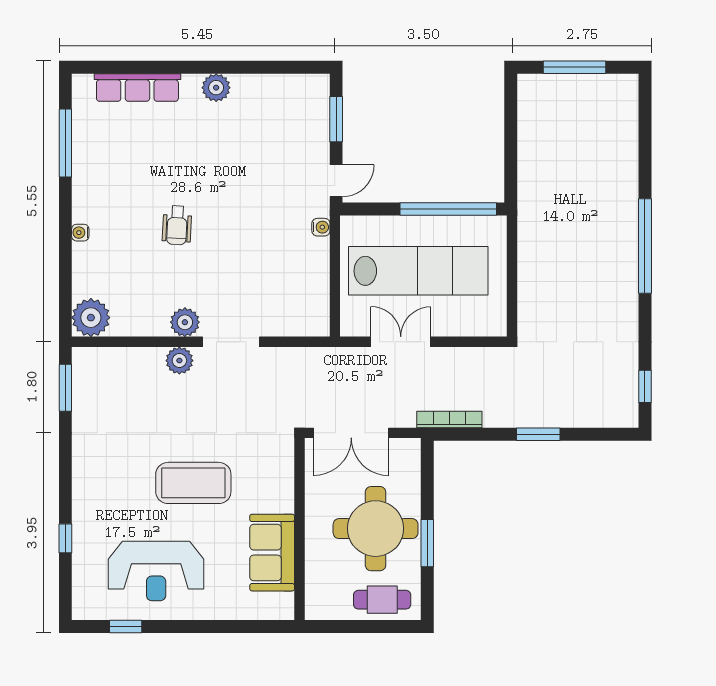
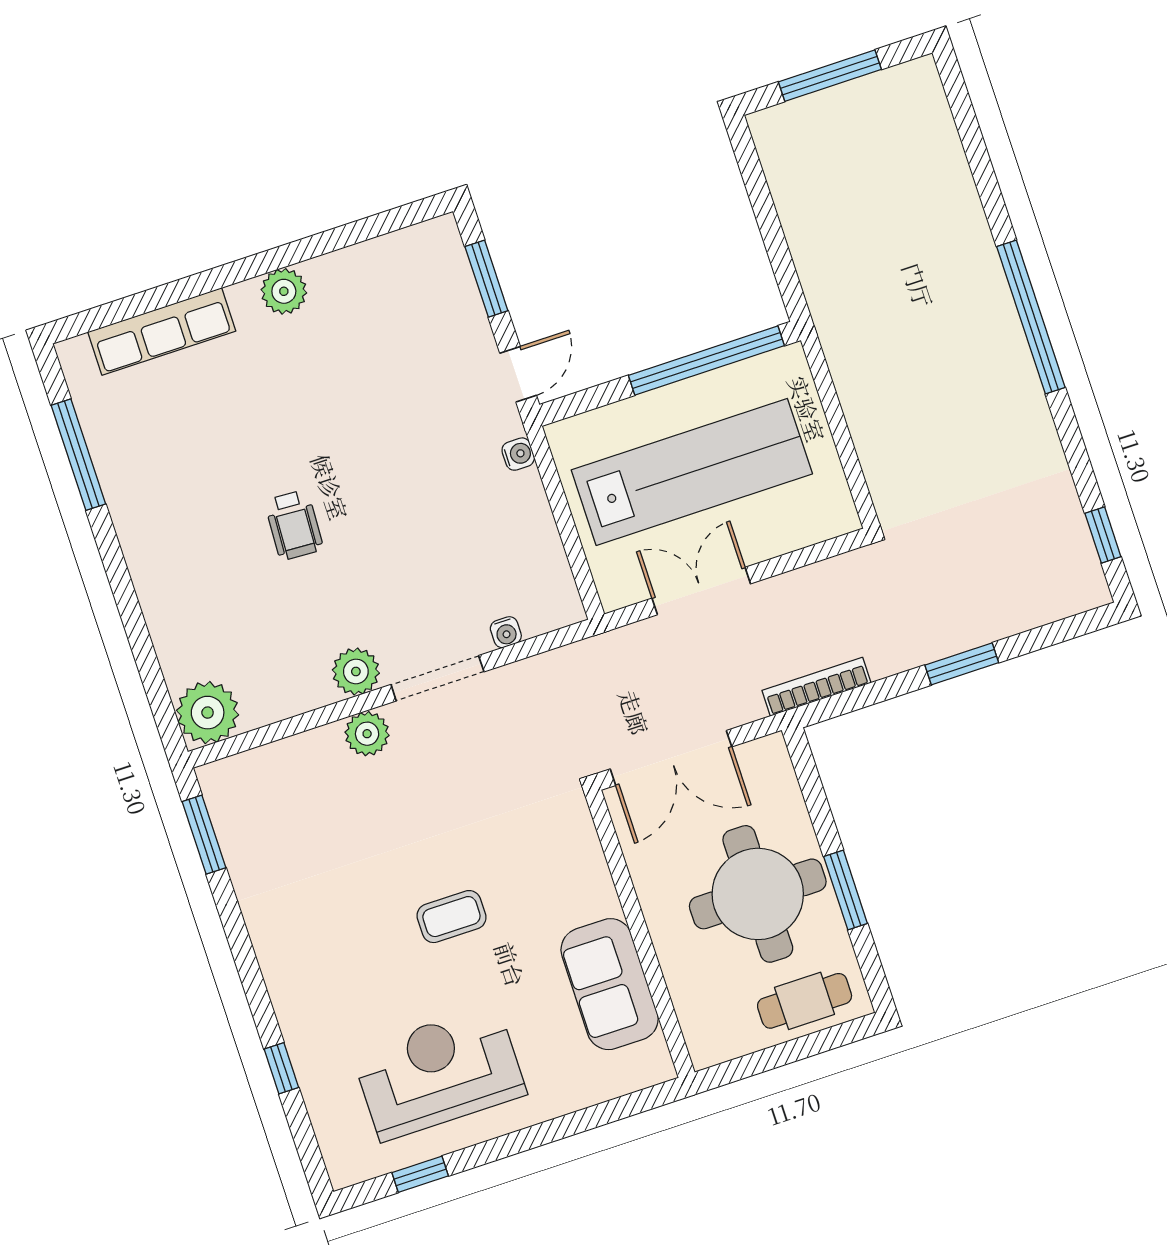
water cooler: (80, 233) -> (506, 632), moved, turned -90
coffee table: (193, 483) -> (451, 917), width x0.54, depth x0.58
reception desk: (156, 571) -> (439, 1072), turned 180

